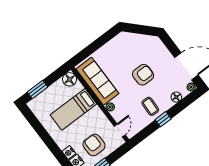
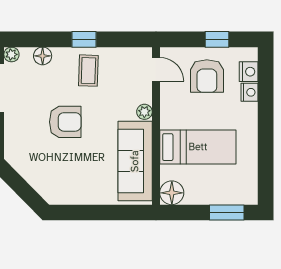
armchair: (143, 75) -> (65, 122), turned 180
door: (120, 130) -> (156, 69), swing flipped

